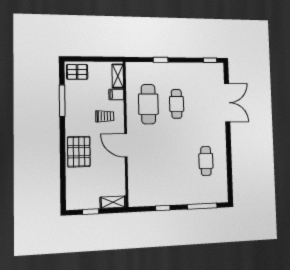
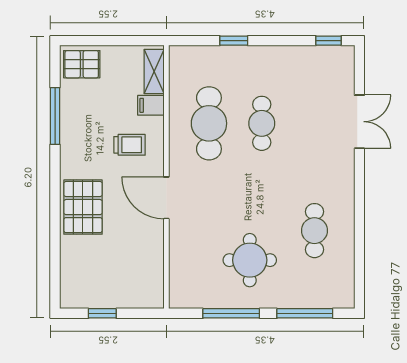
double door: (227, 103) -> (359, 122), width x0.73
round table: (172, 178) -> (250, 260), added
shelving: (113, 202) -> (142, 299), removed
window: (163, 208) -> (231, 313), width x2.17

